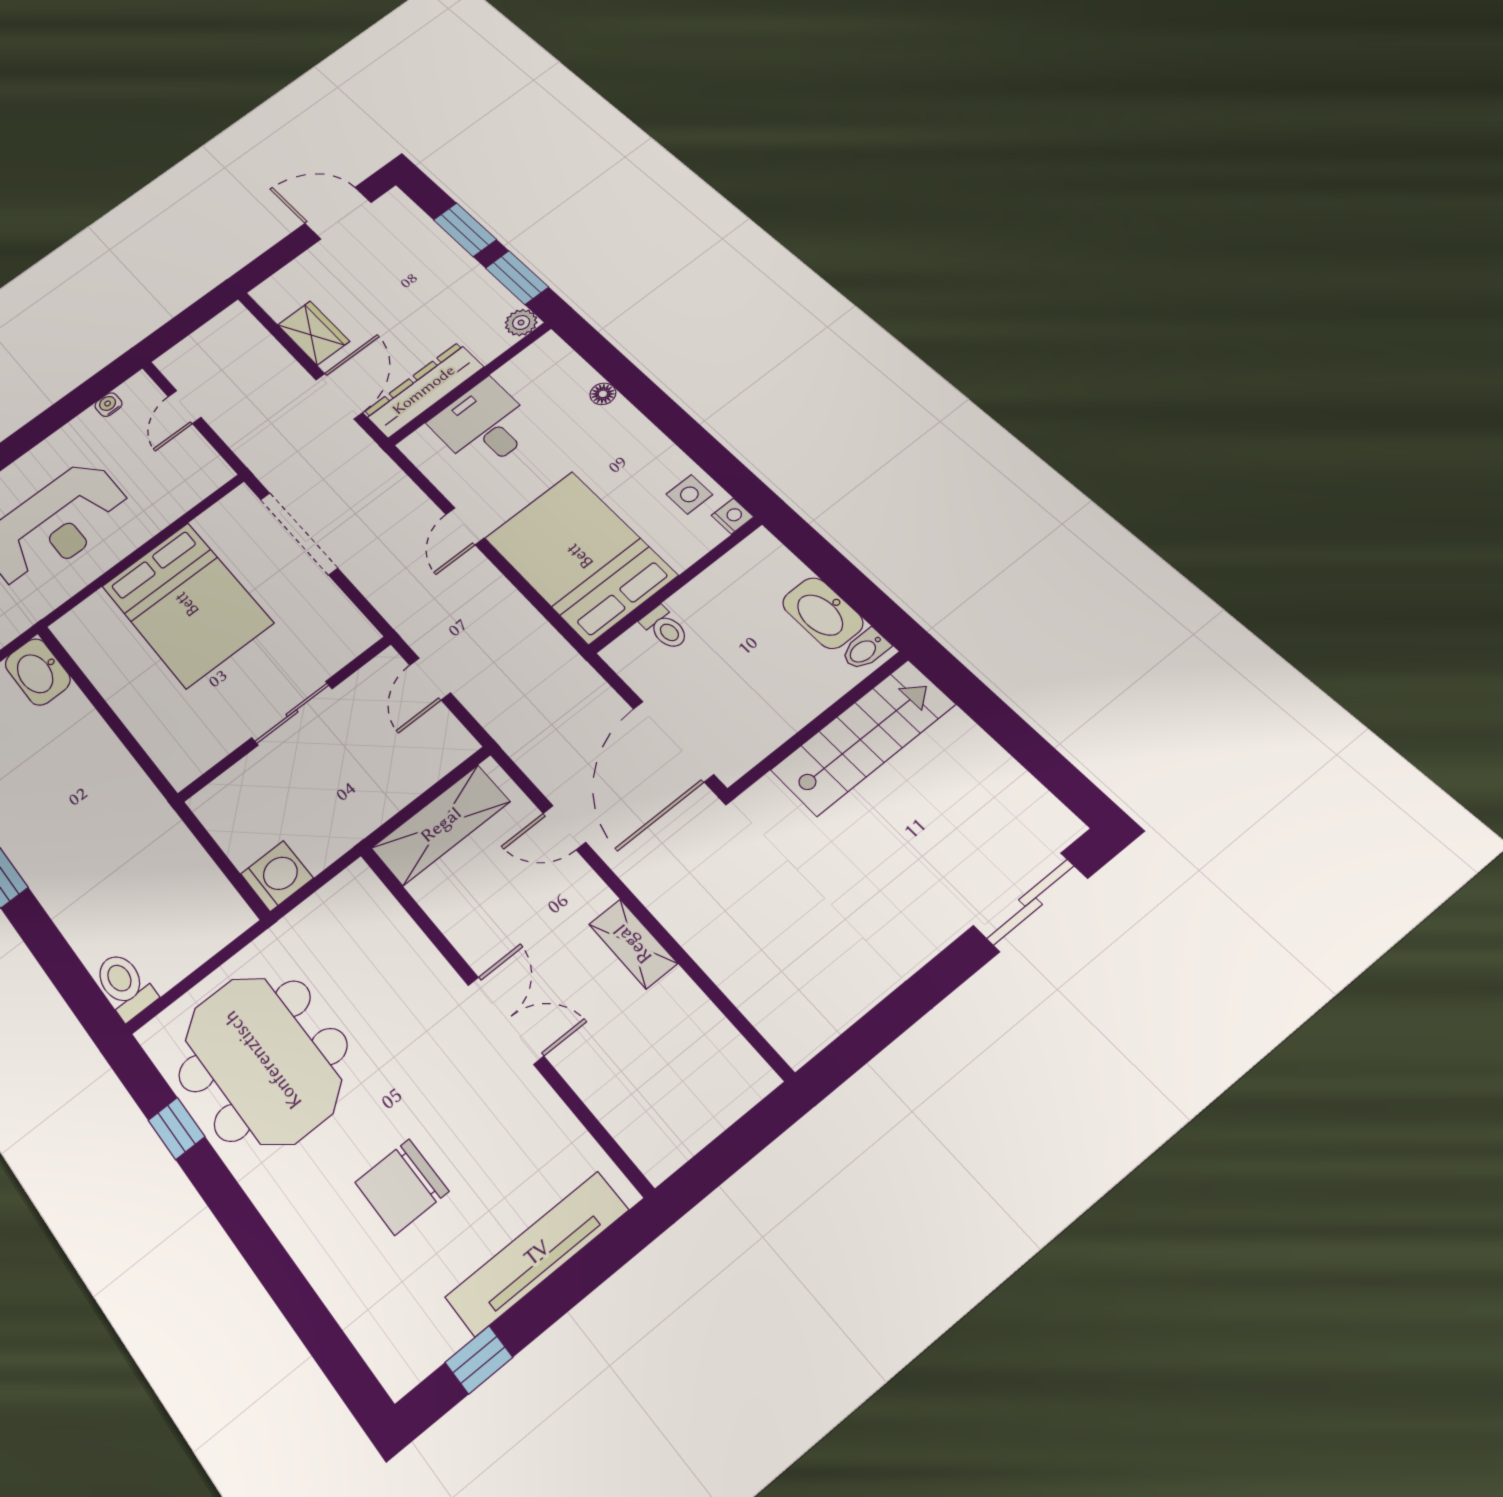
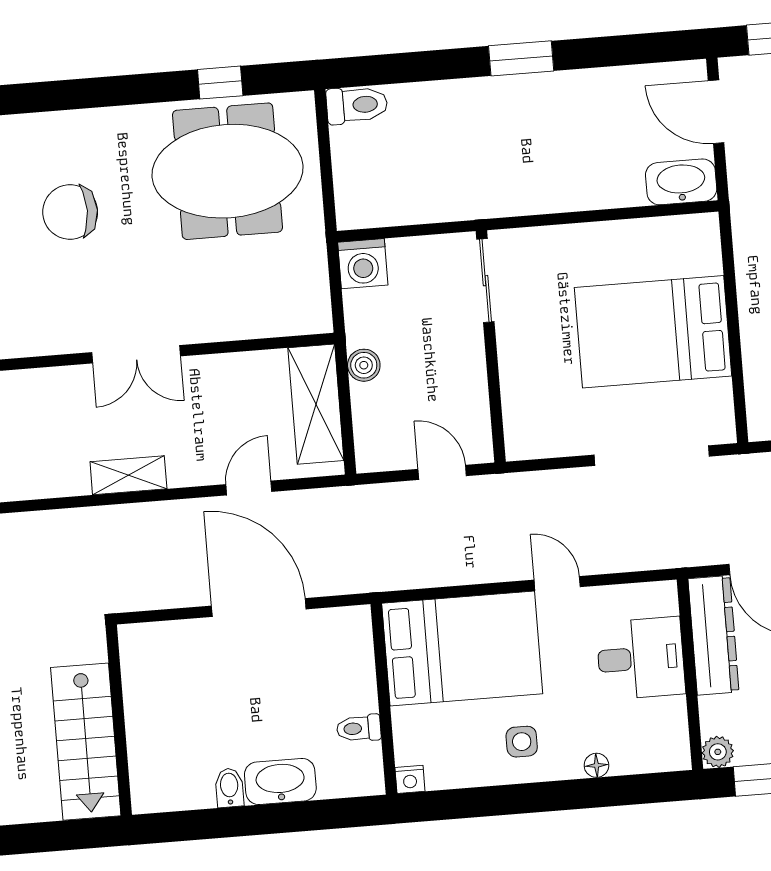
side table: (689, 494) -> (522, 742), moved
toilet: (665, 628) -> (359, 728), moved
sliding door: (292, 713) -> (485, 281), moved
wall: (818, 724) -> (119, 720), moved
stairs: (863, 737) -> (86, 742), moved
boiler: (374, 810) -> (364, 365), added
chair: (402, 1187) -> (70, 212), turned -90

